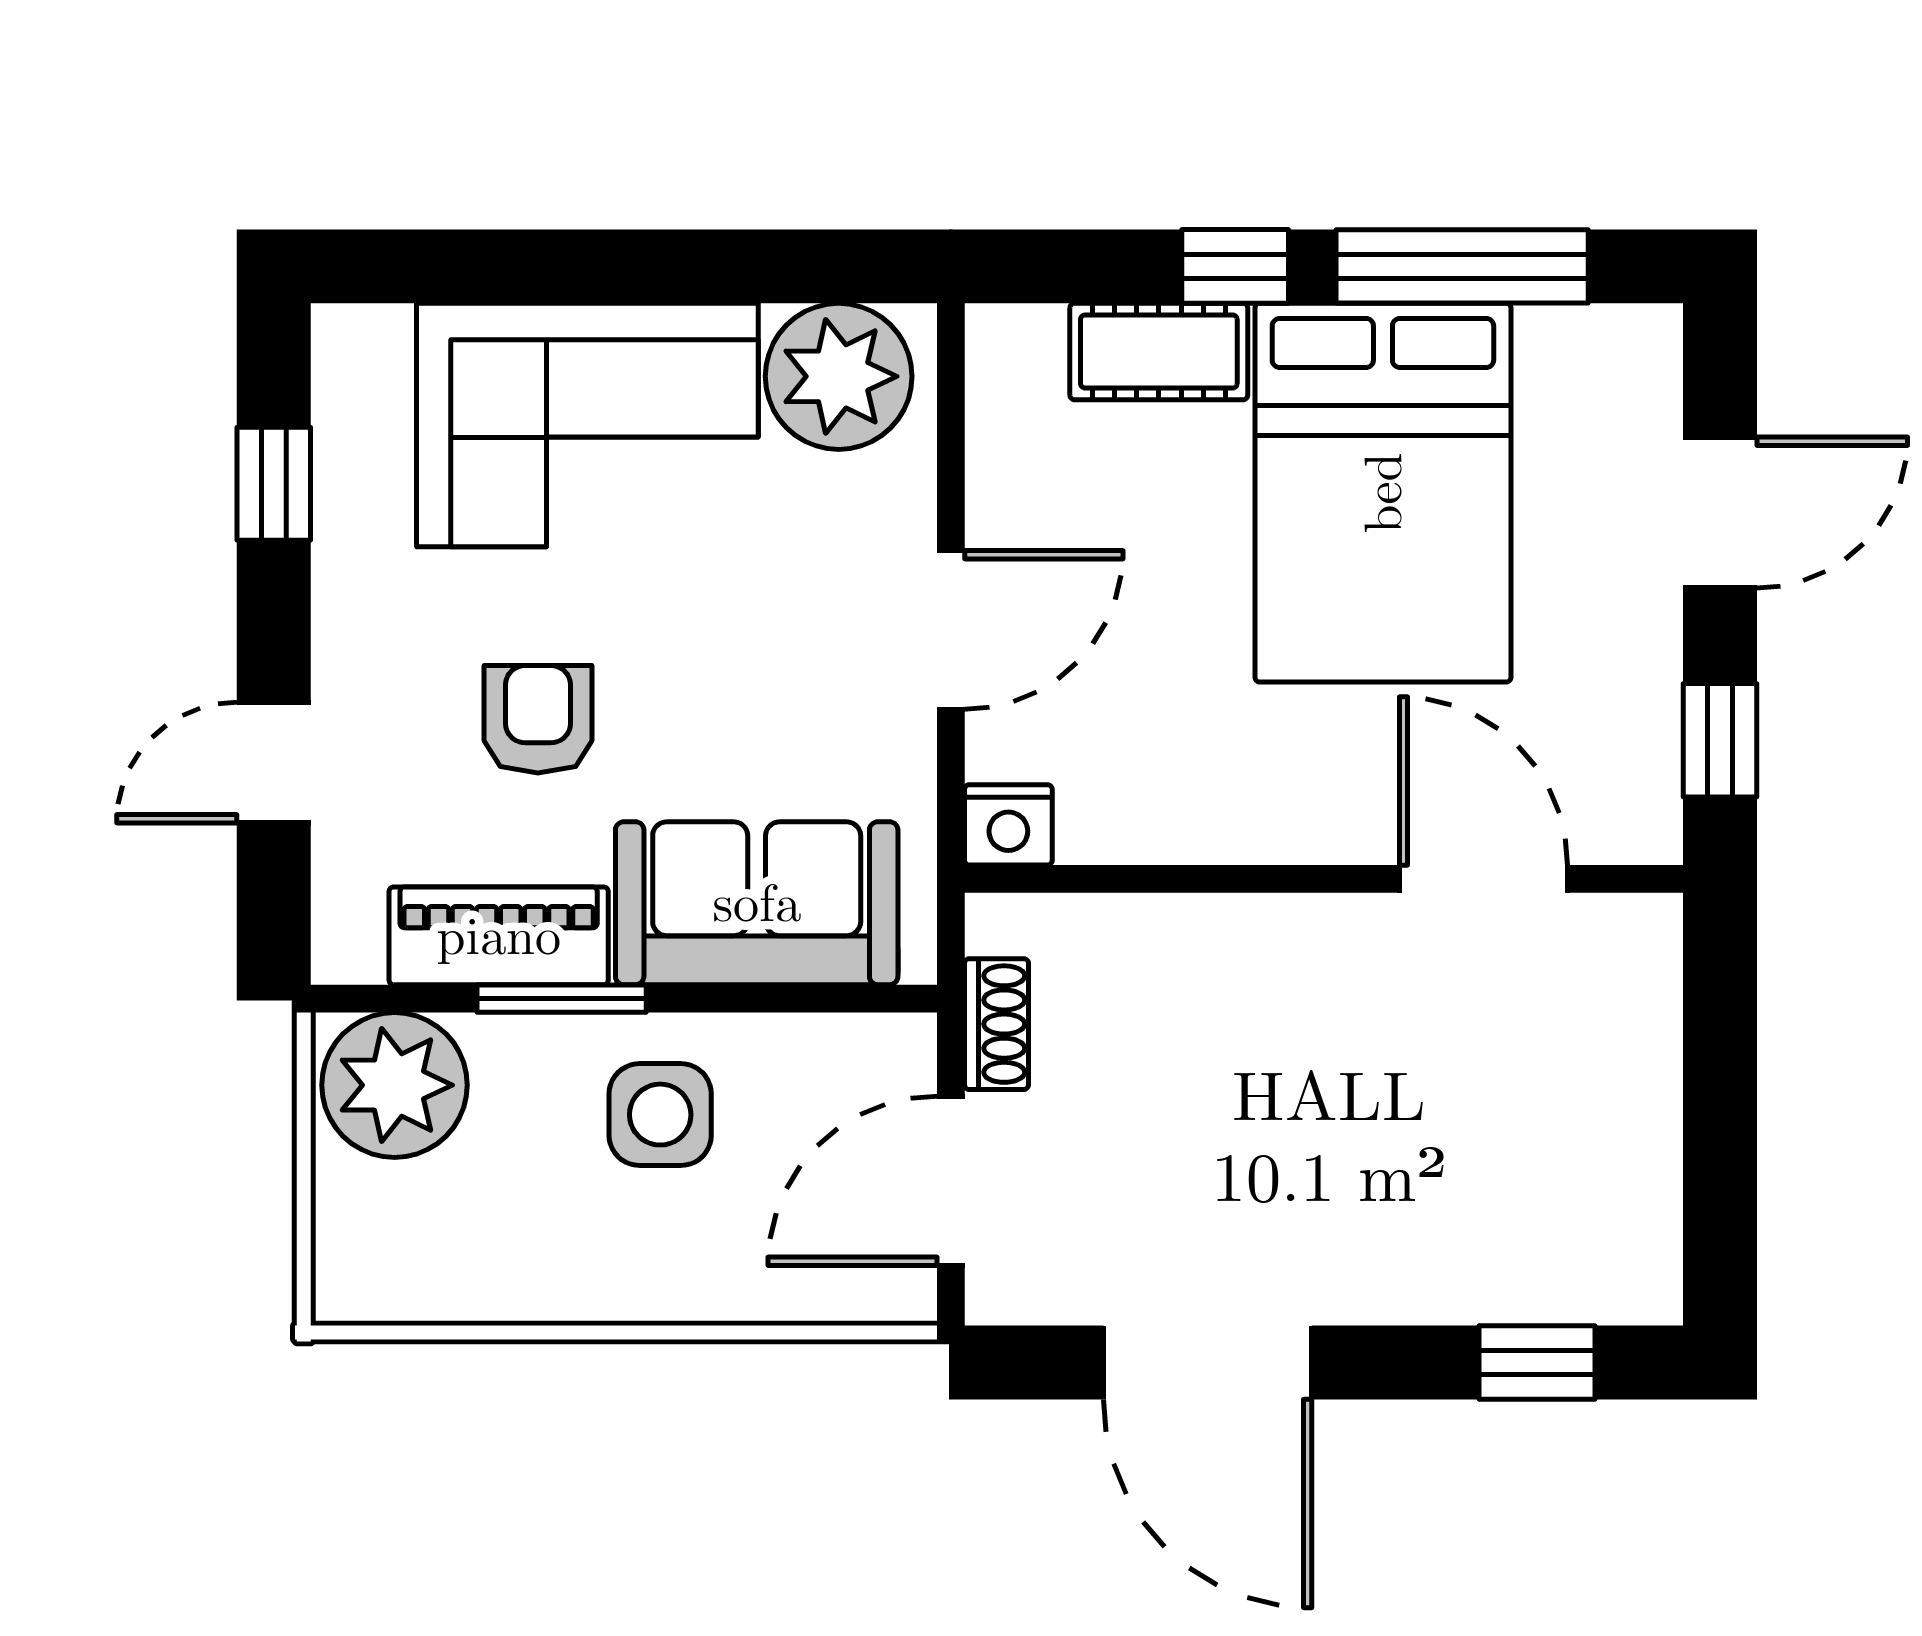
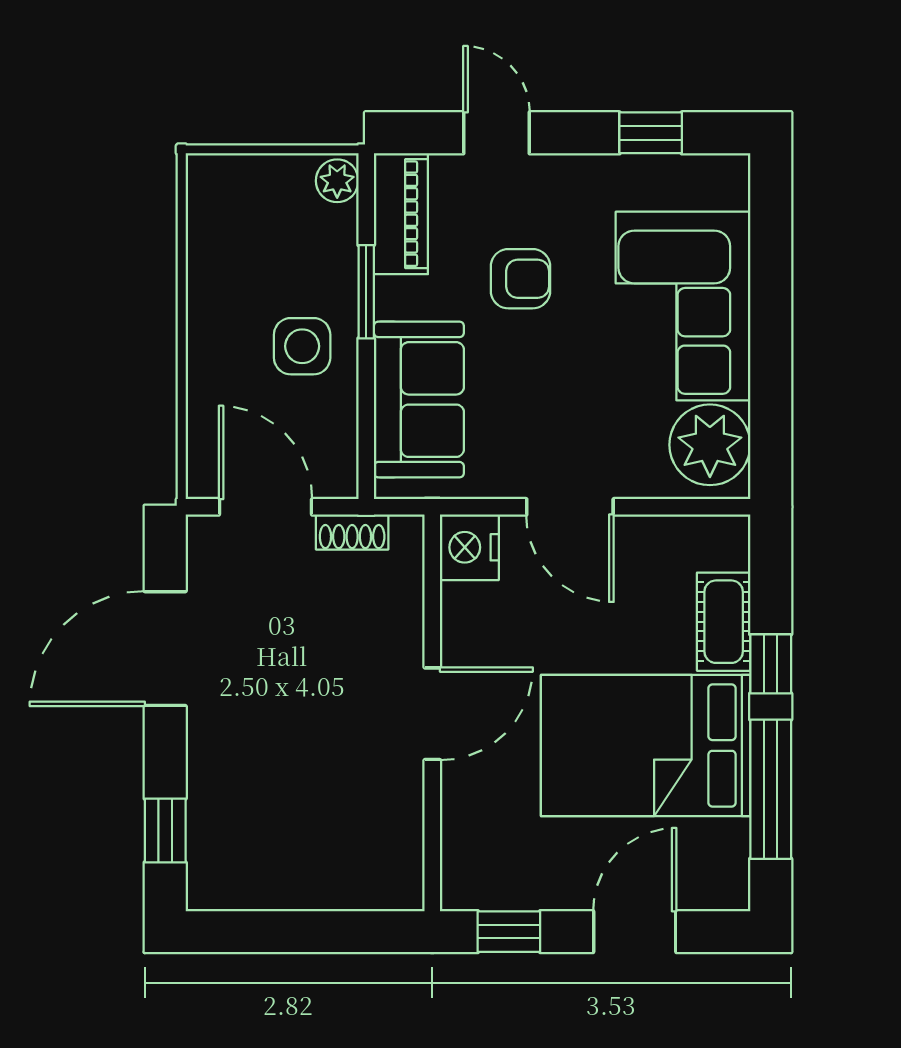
door: (1720, 512) -> (635, 932), swing flipped
nightstand: (1008, 825) -> (469, 547), width x1.36, depth x1.33
door: (1483, 879) -> (432, 714), moved
piano: (499, 936) -> (401, 214), moved
plant: (395, 1085) -> (337, 181), width x0.53, depth x0.53

